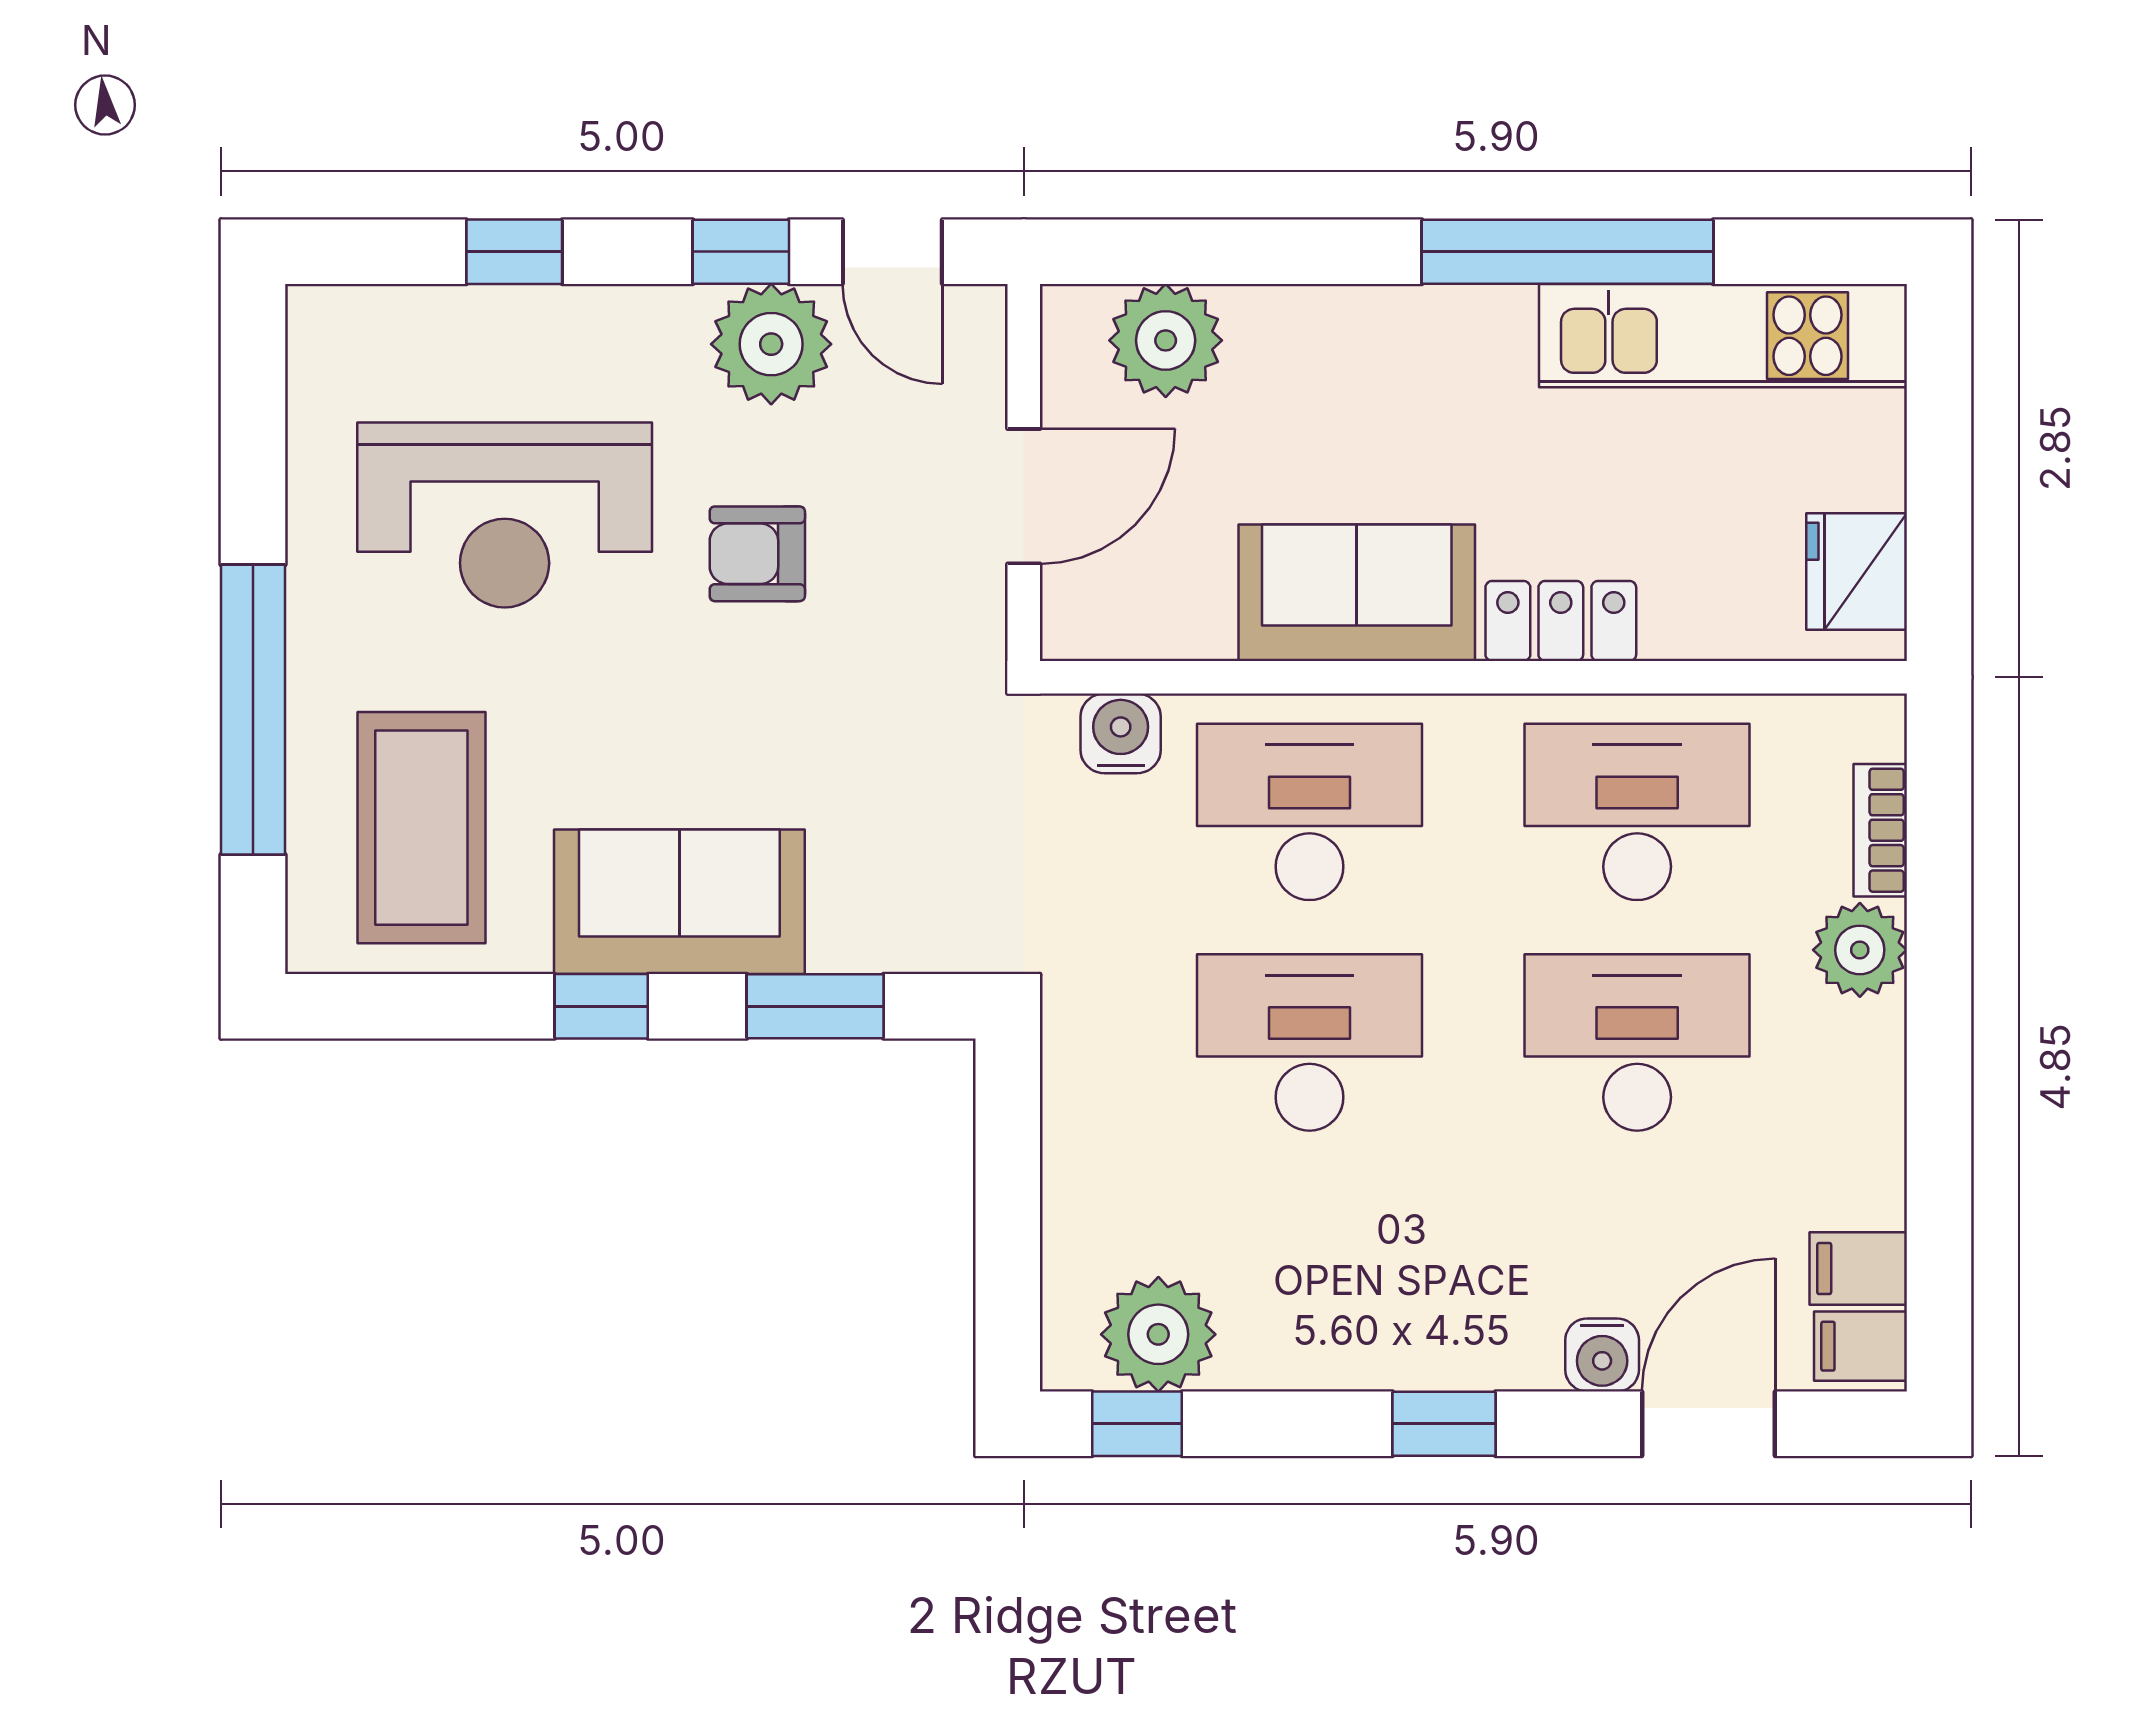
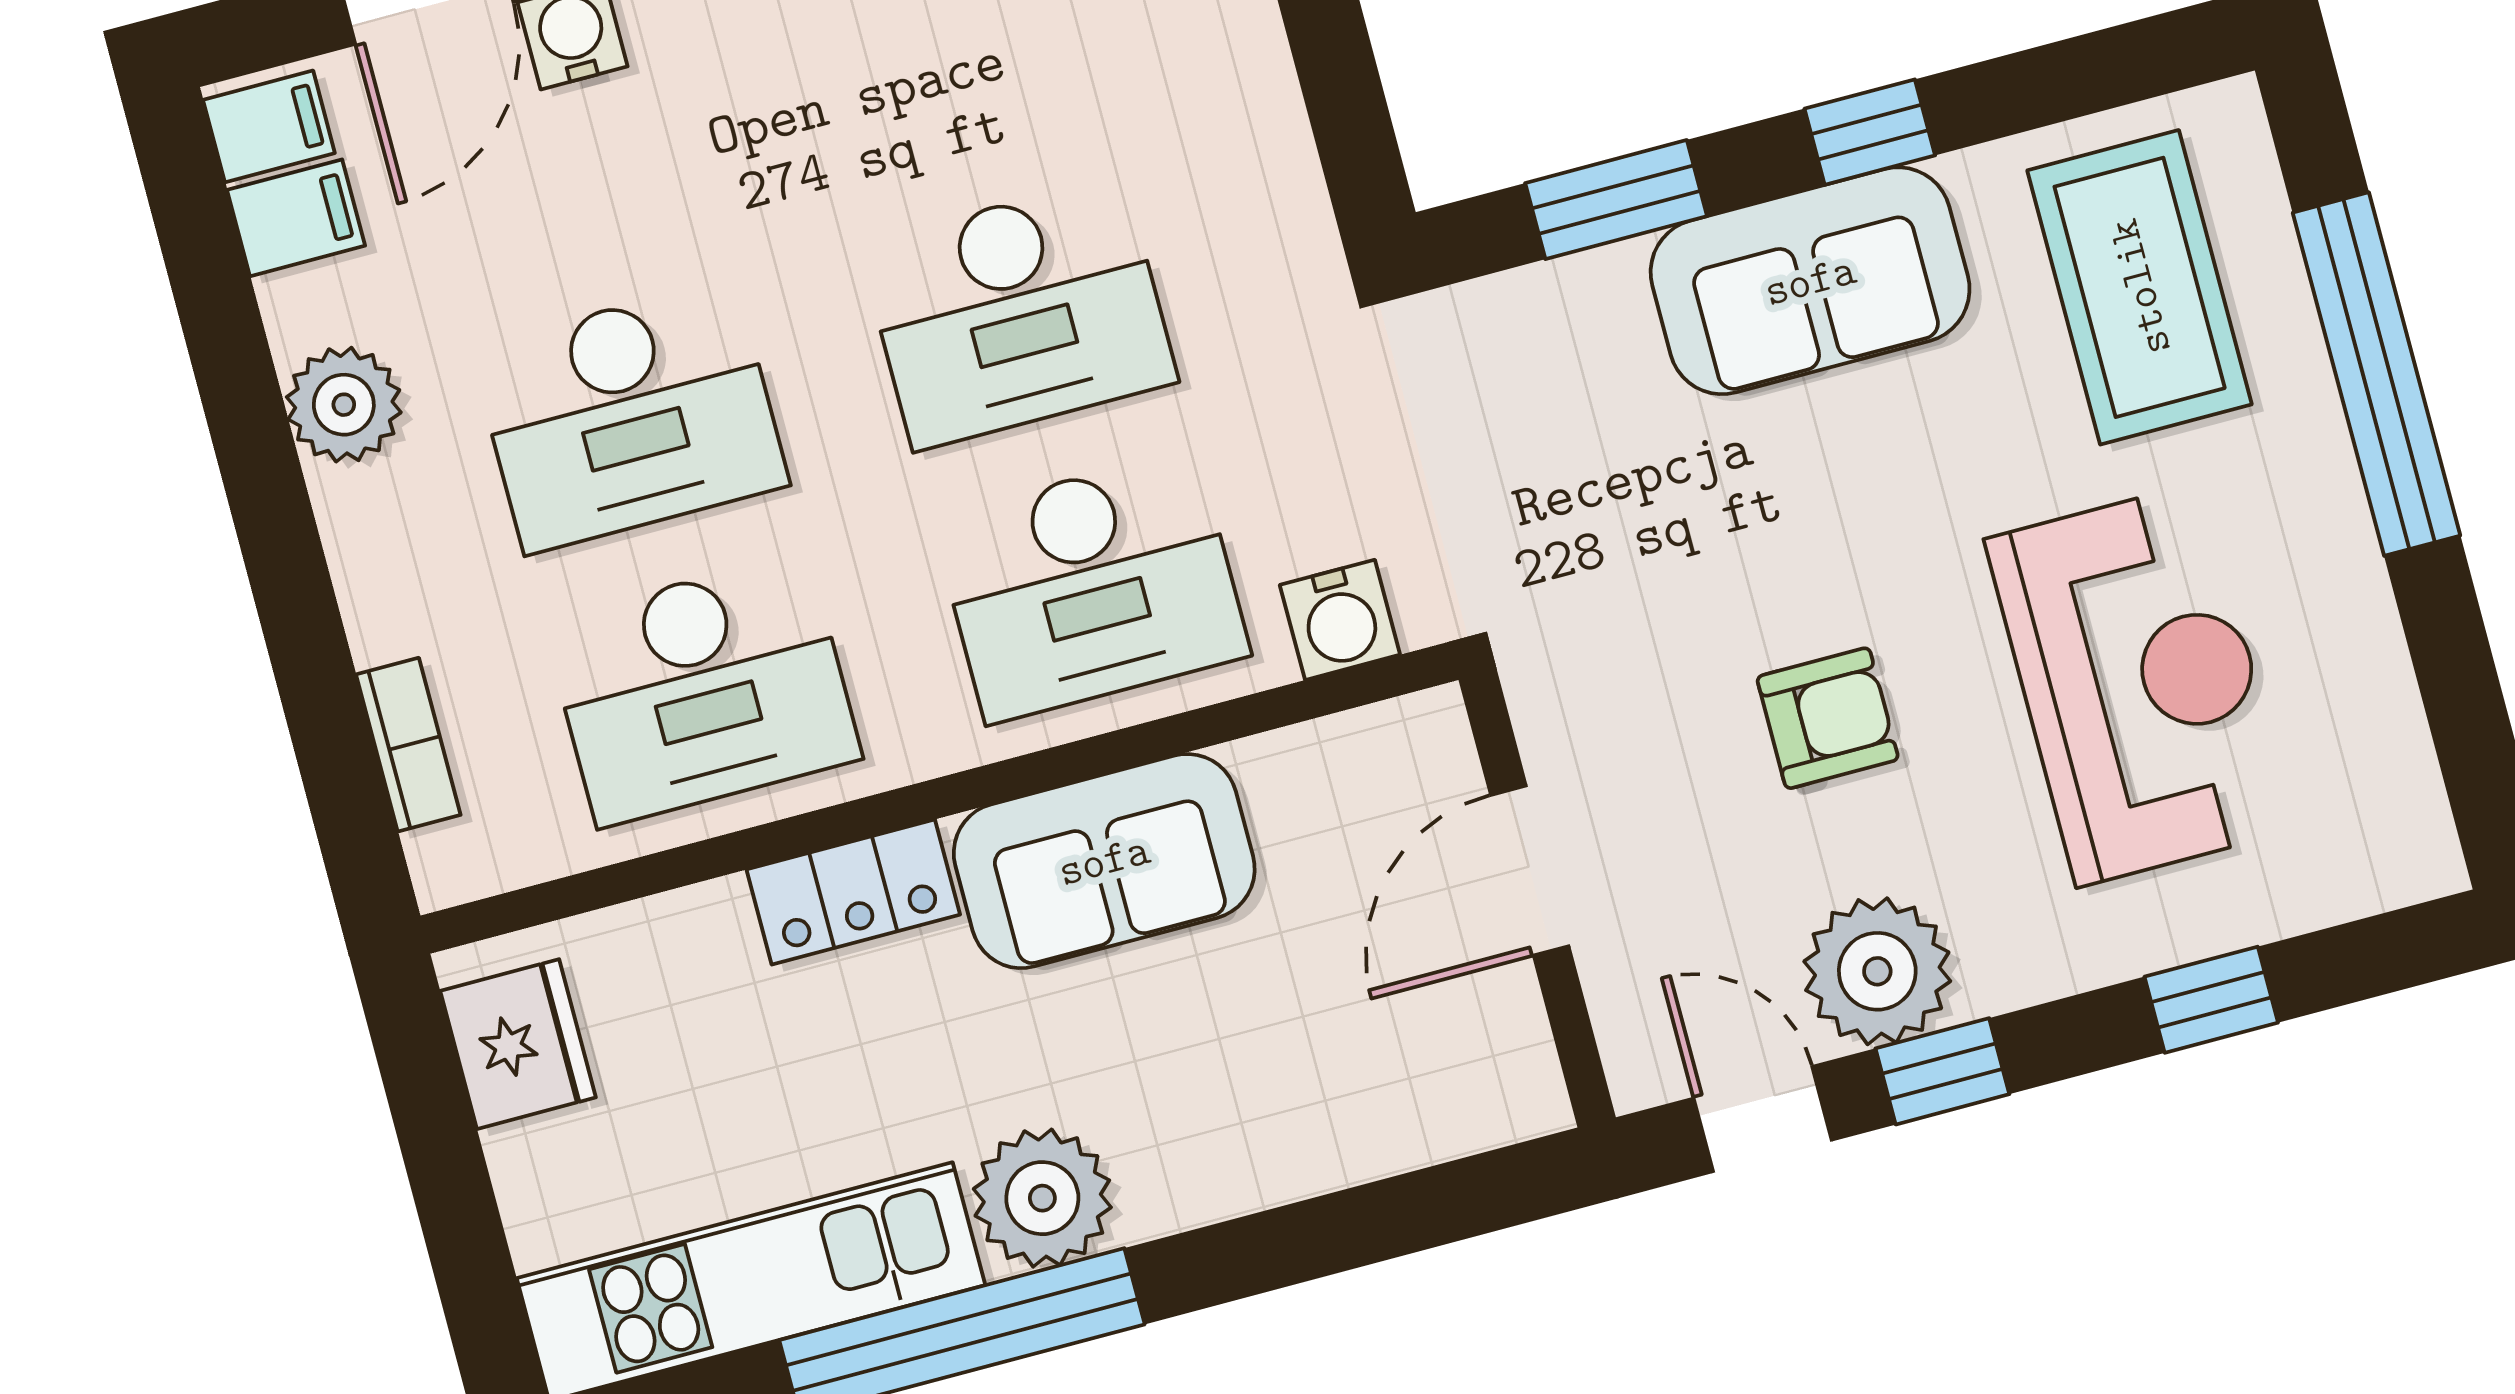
plant: (1166, 340) -> (1042, 1198), moved
reception desk: (505, 515) -> (2140, 684), turned 90
plant: (1860, 950) -> (344, 405), moved

